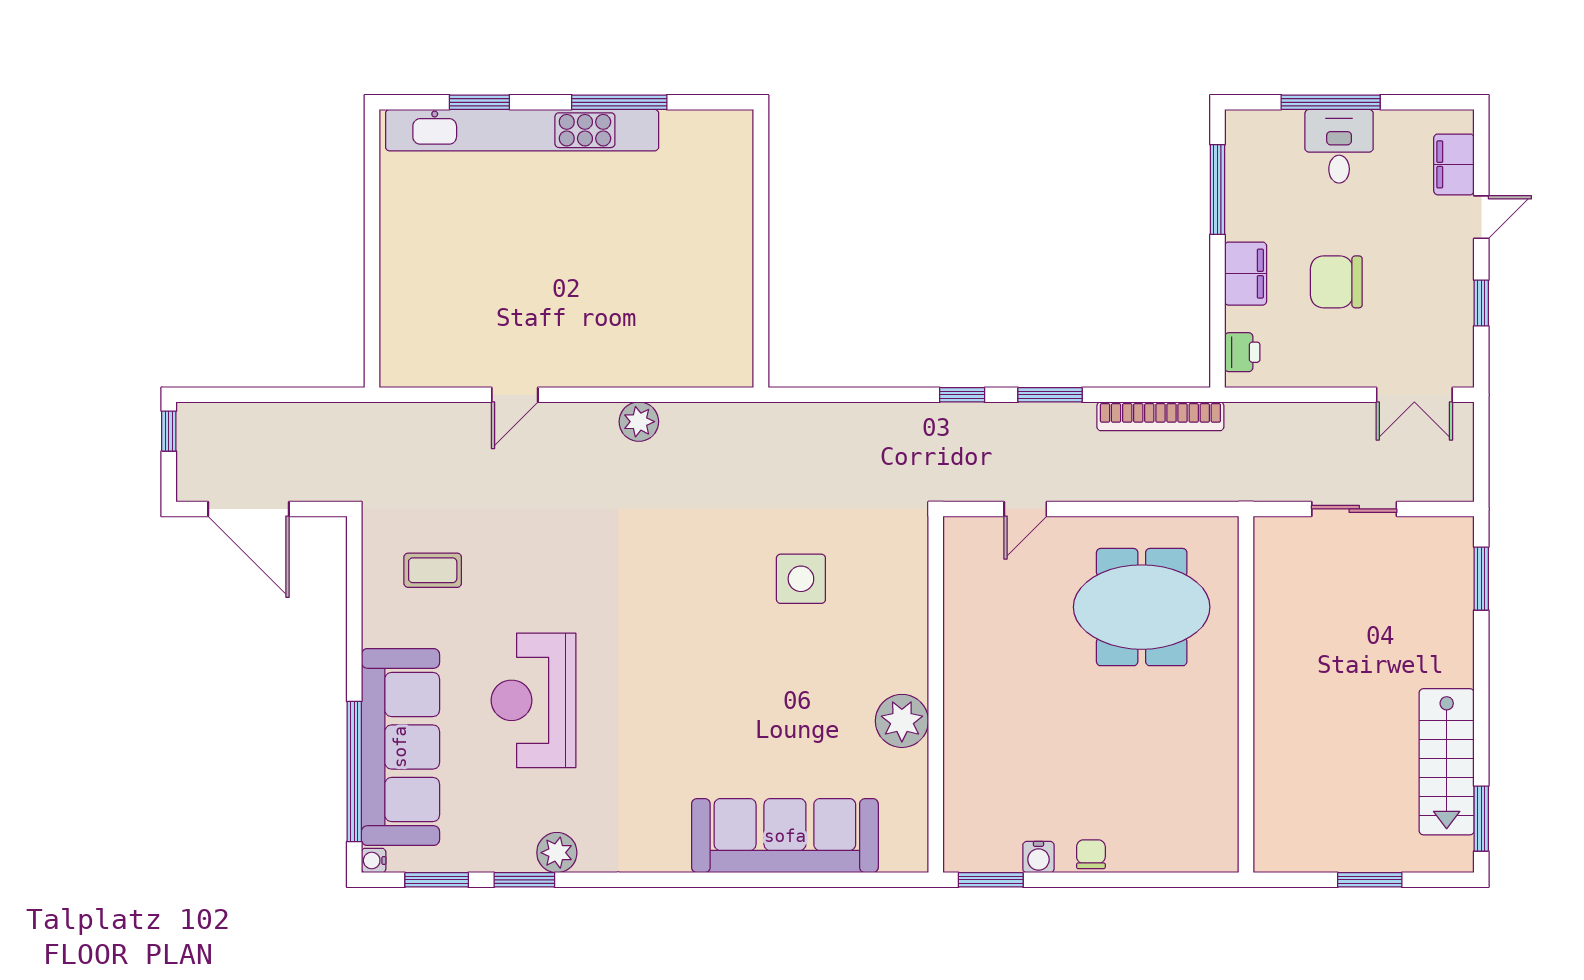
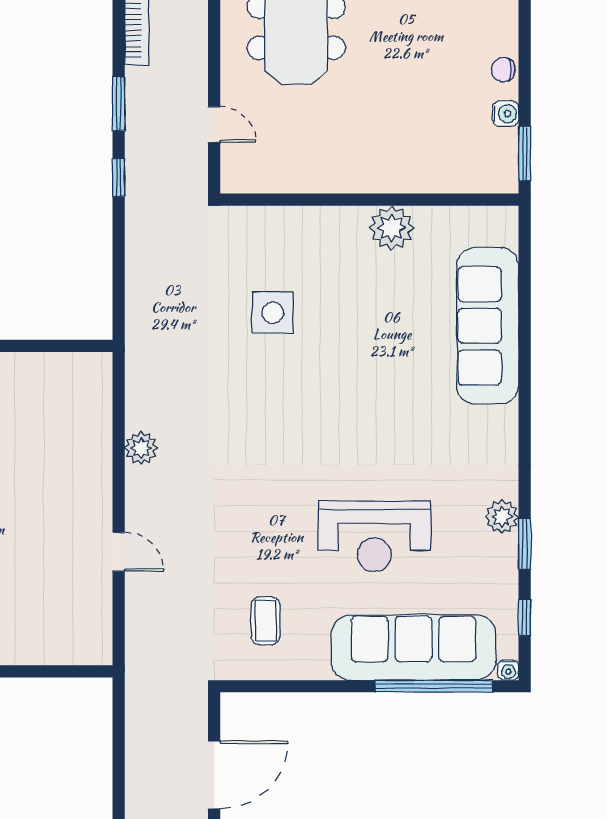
window: (437, 880) -> (525, 617), width x0.67

